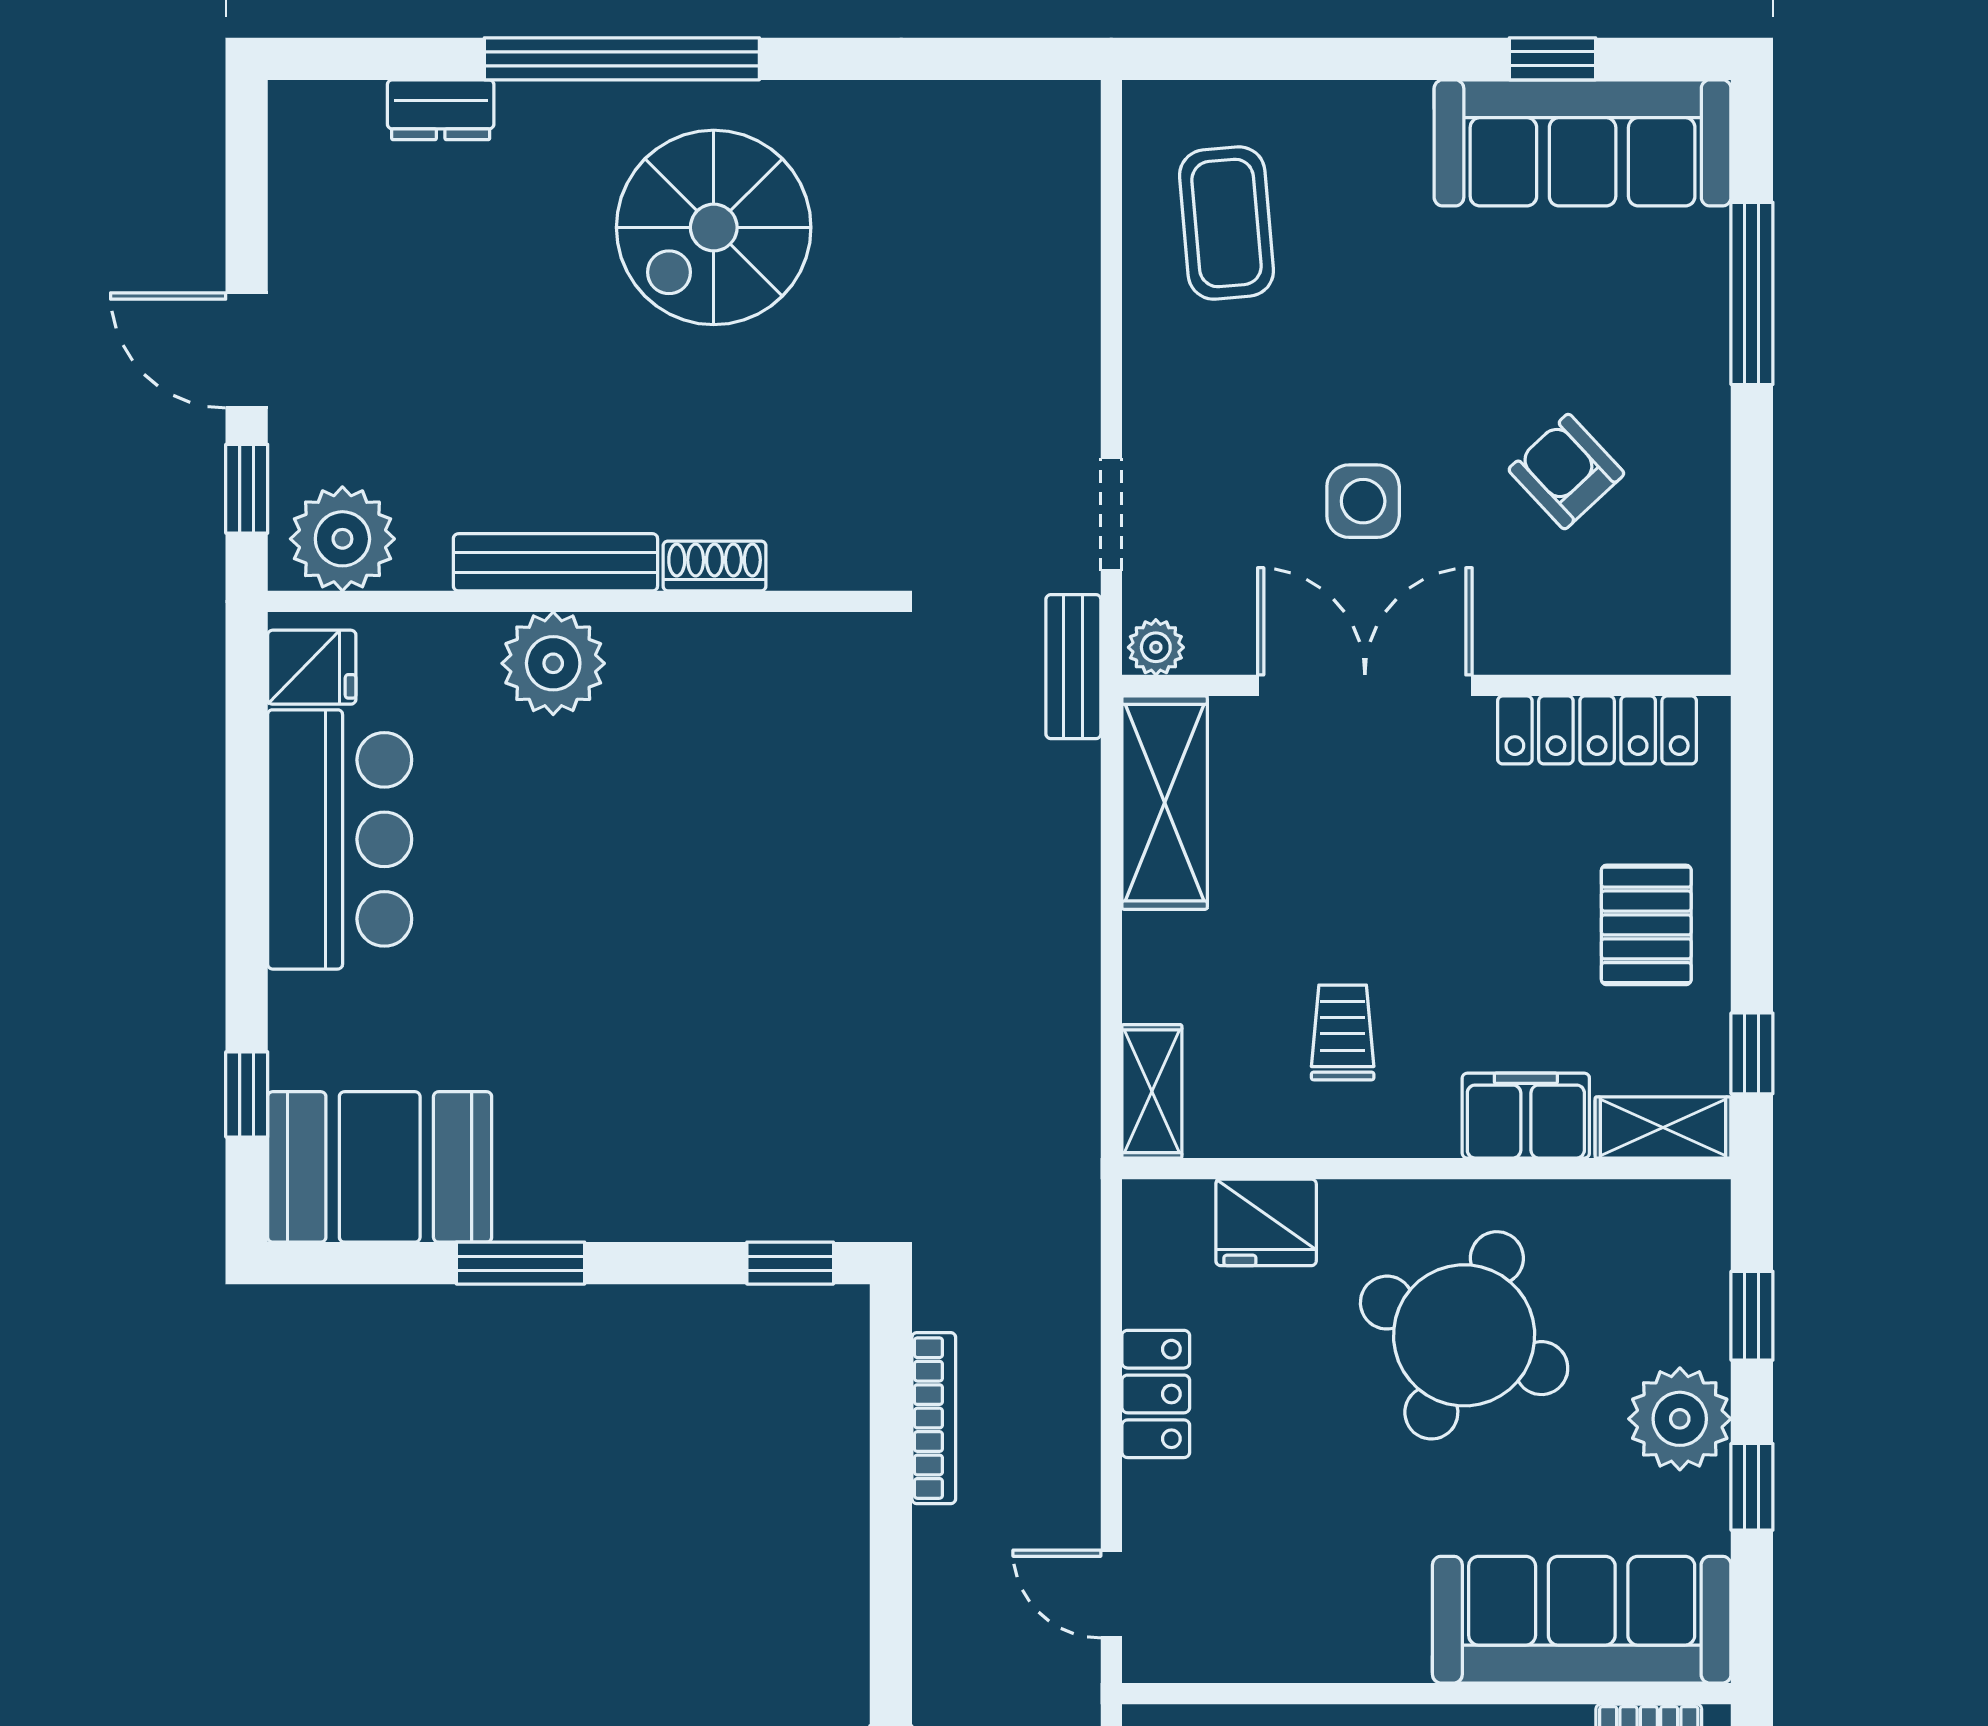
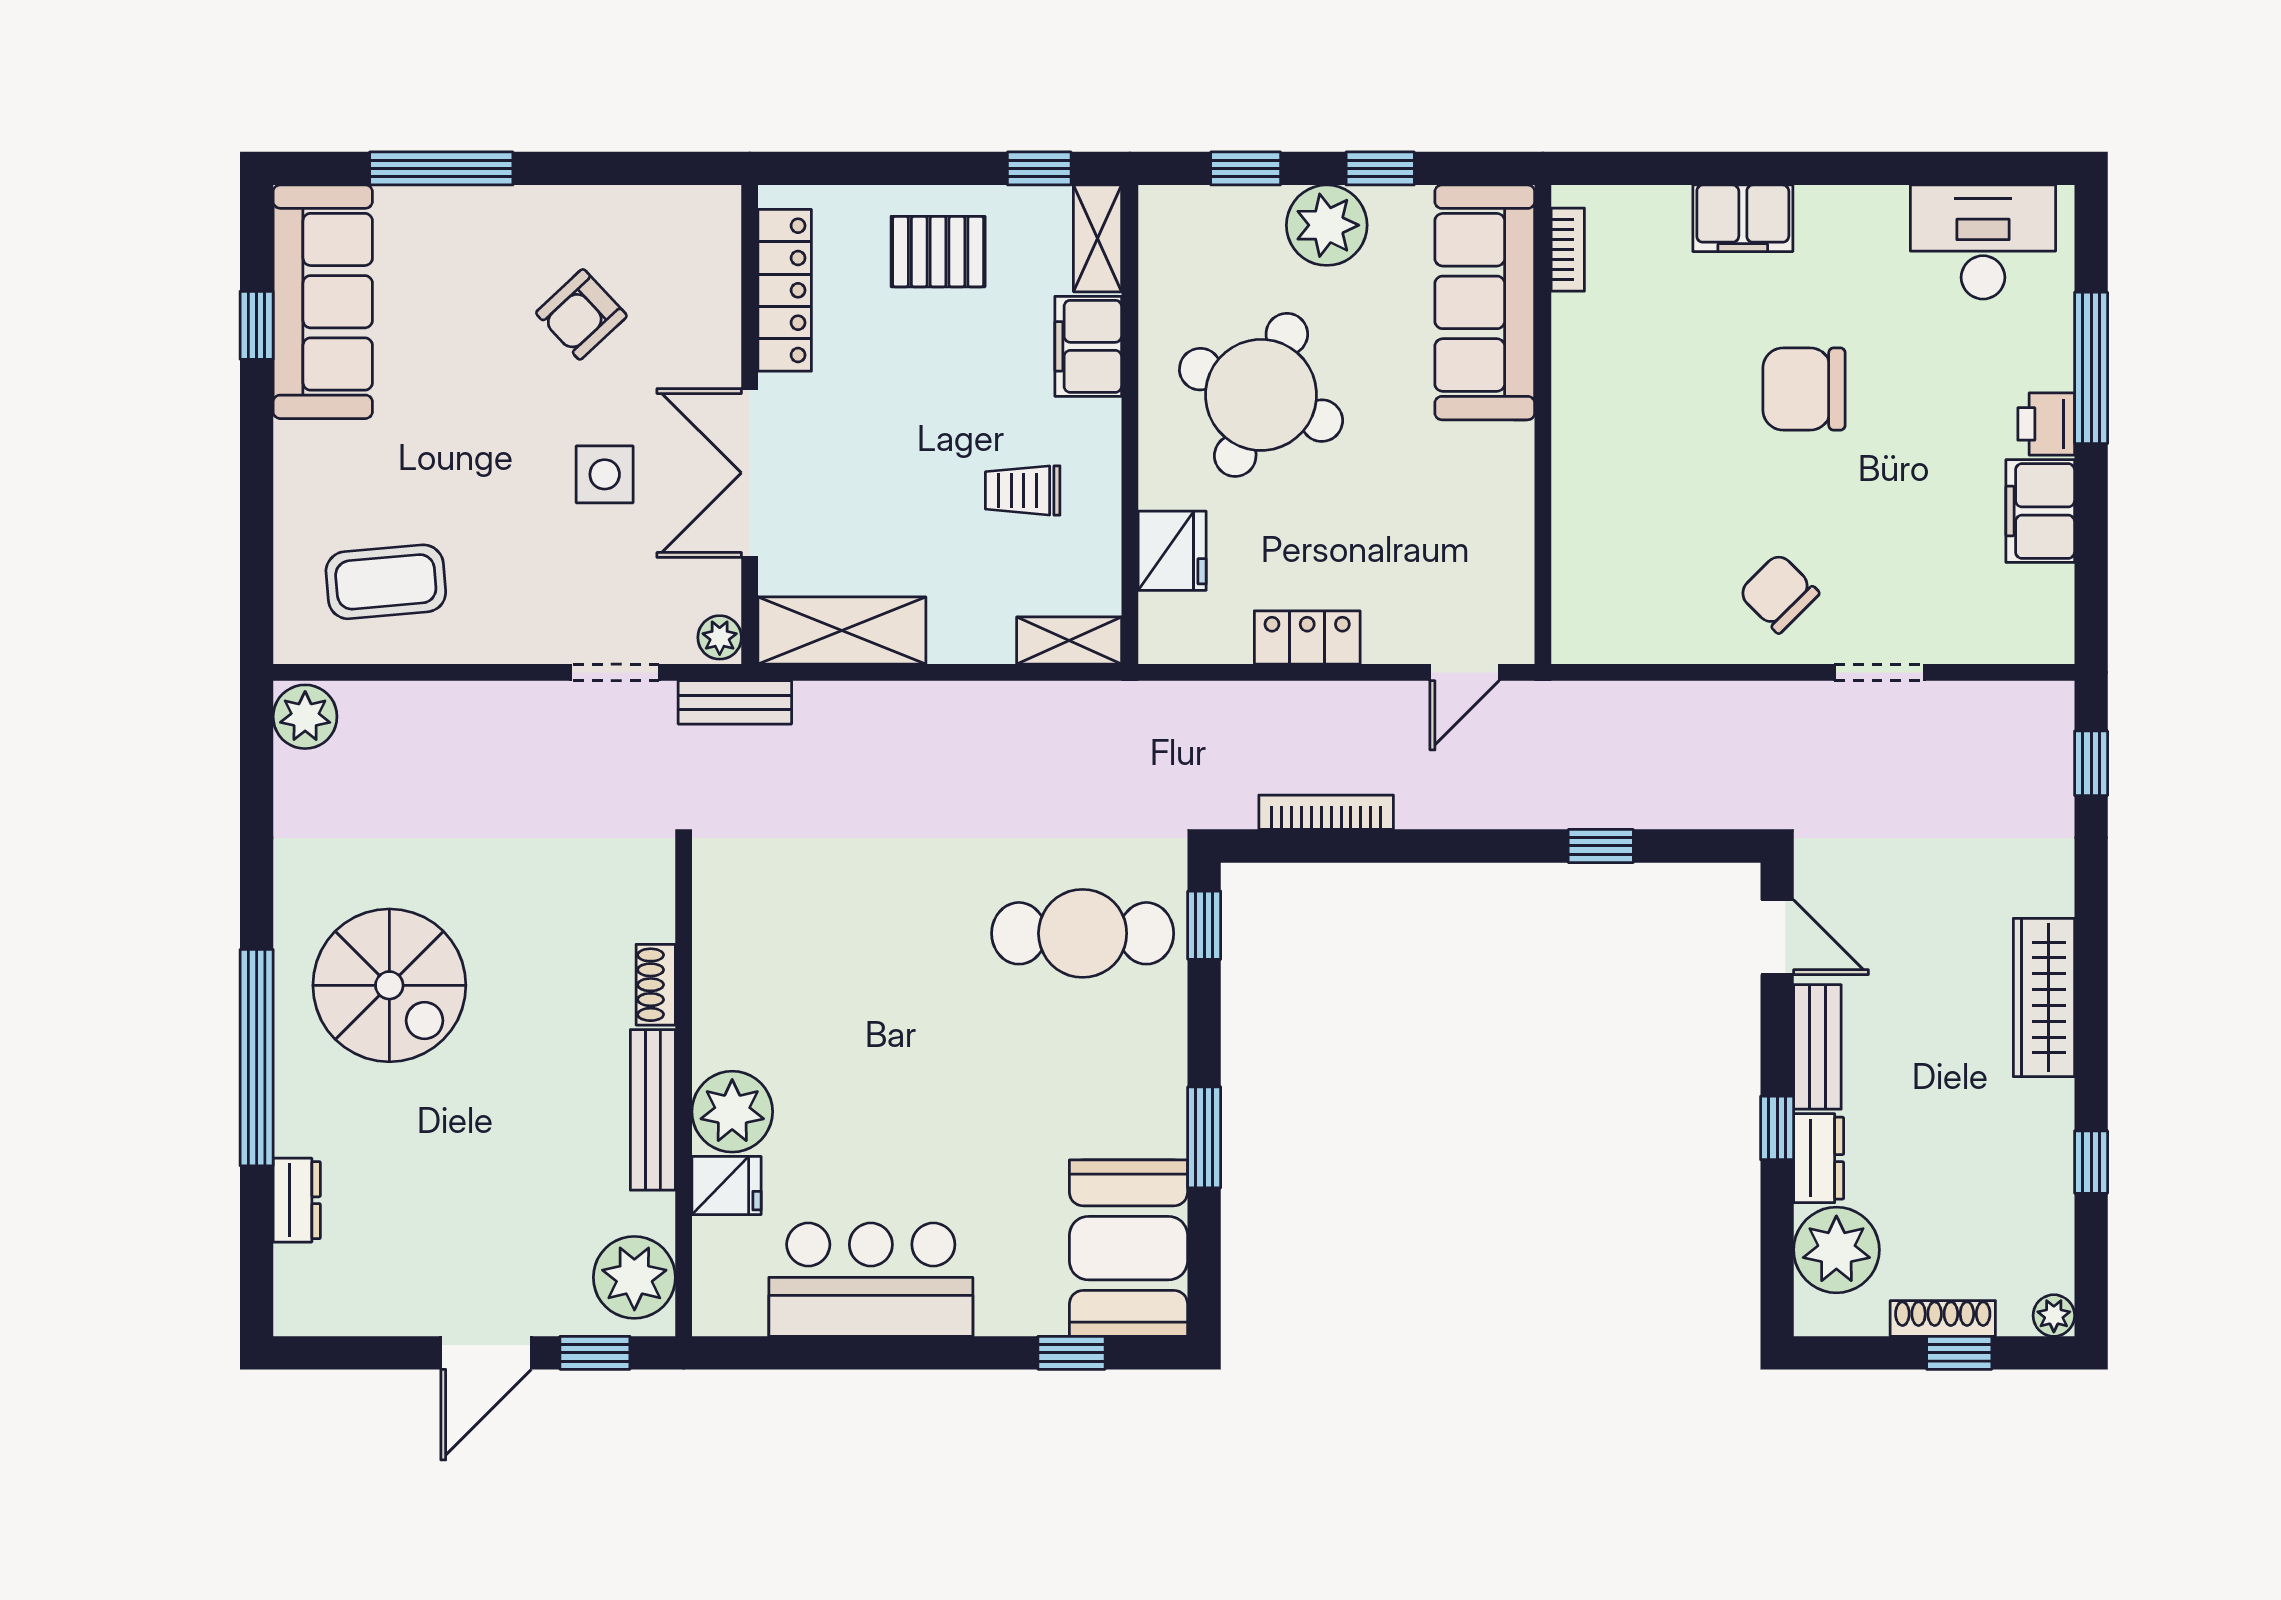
plant: (1055, 120) -> (305, 717), added
fridge: (312, 667) -> (727, 1186), moved, turned 90
cafe table: (780, 1109) -> (1083, 933), added

